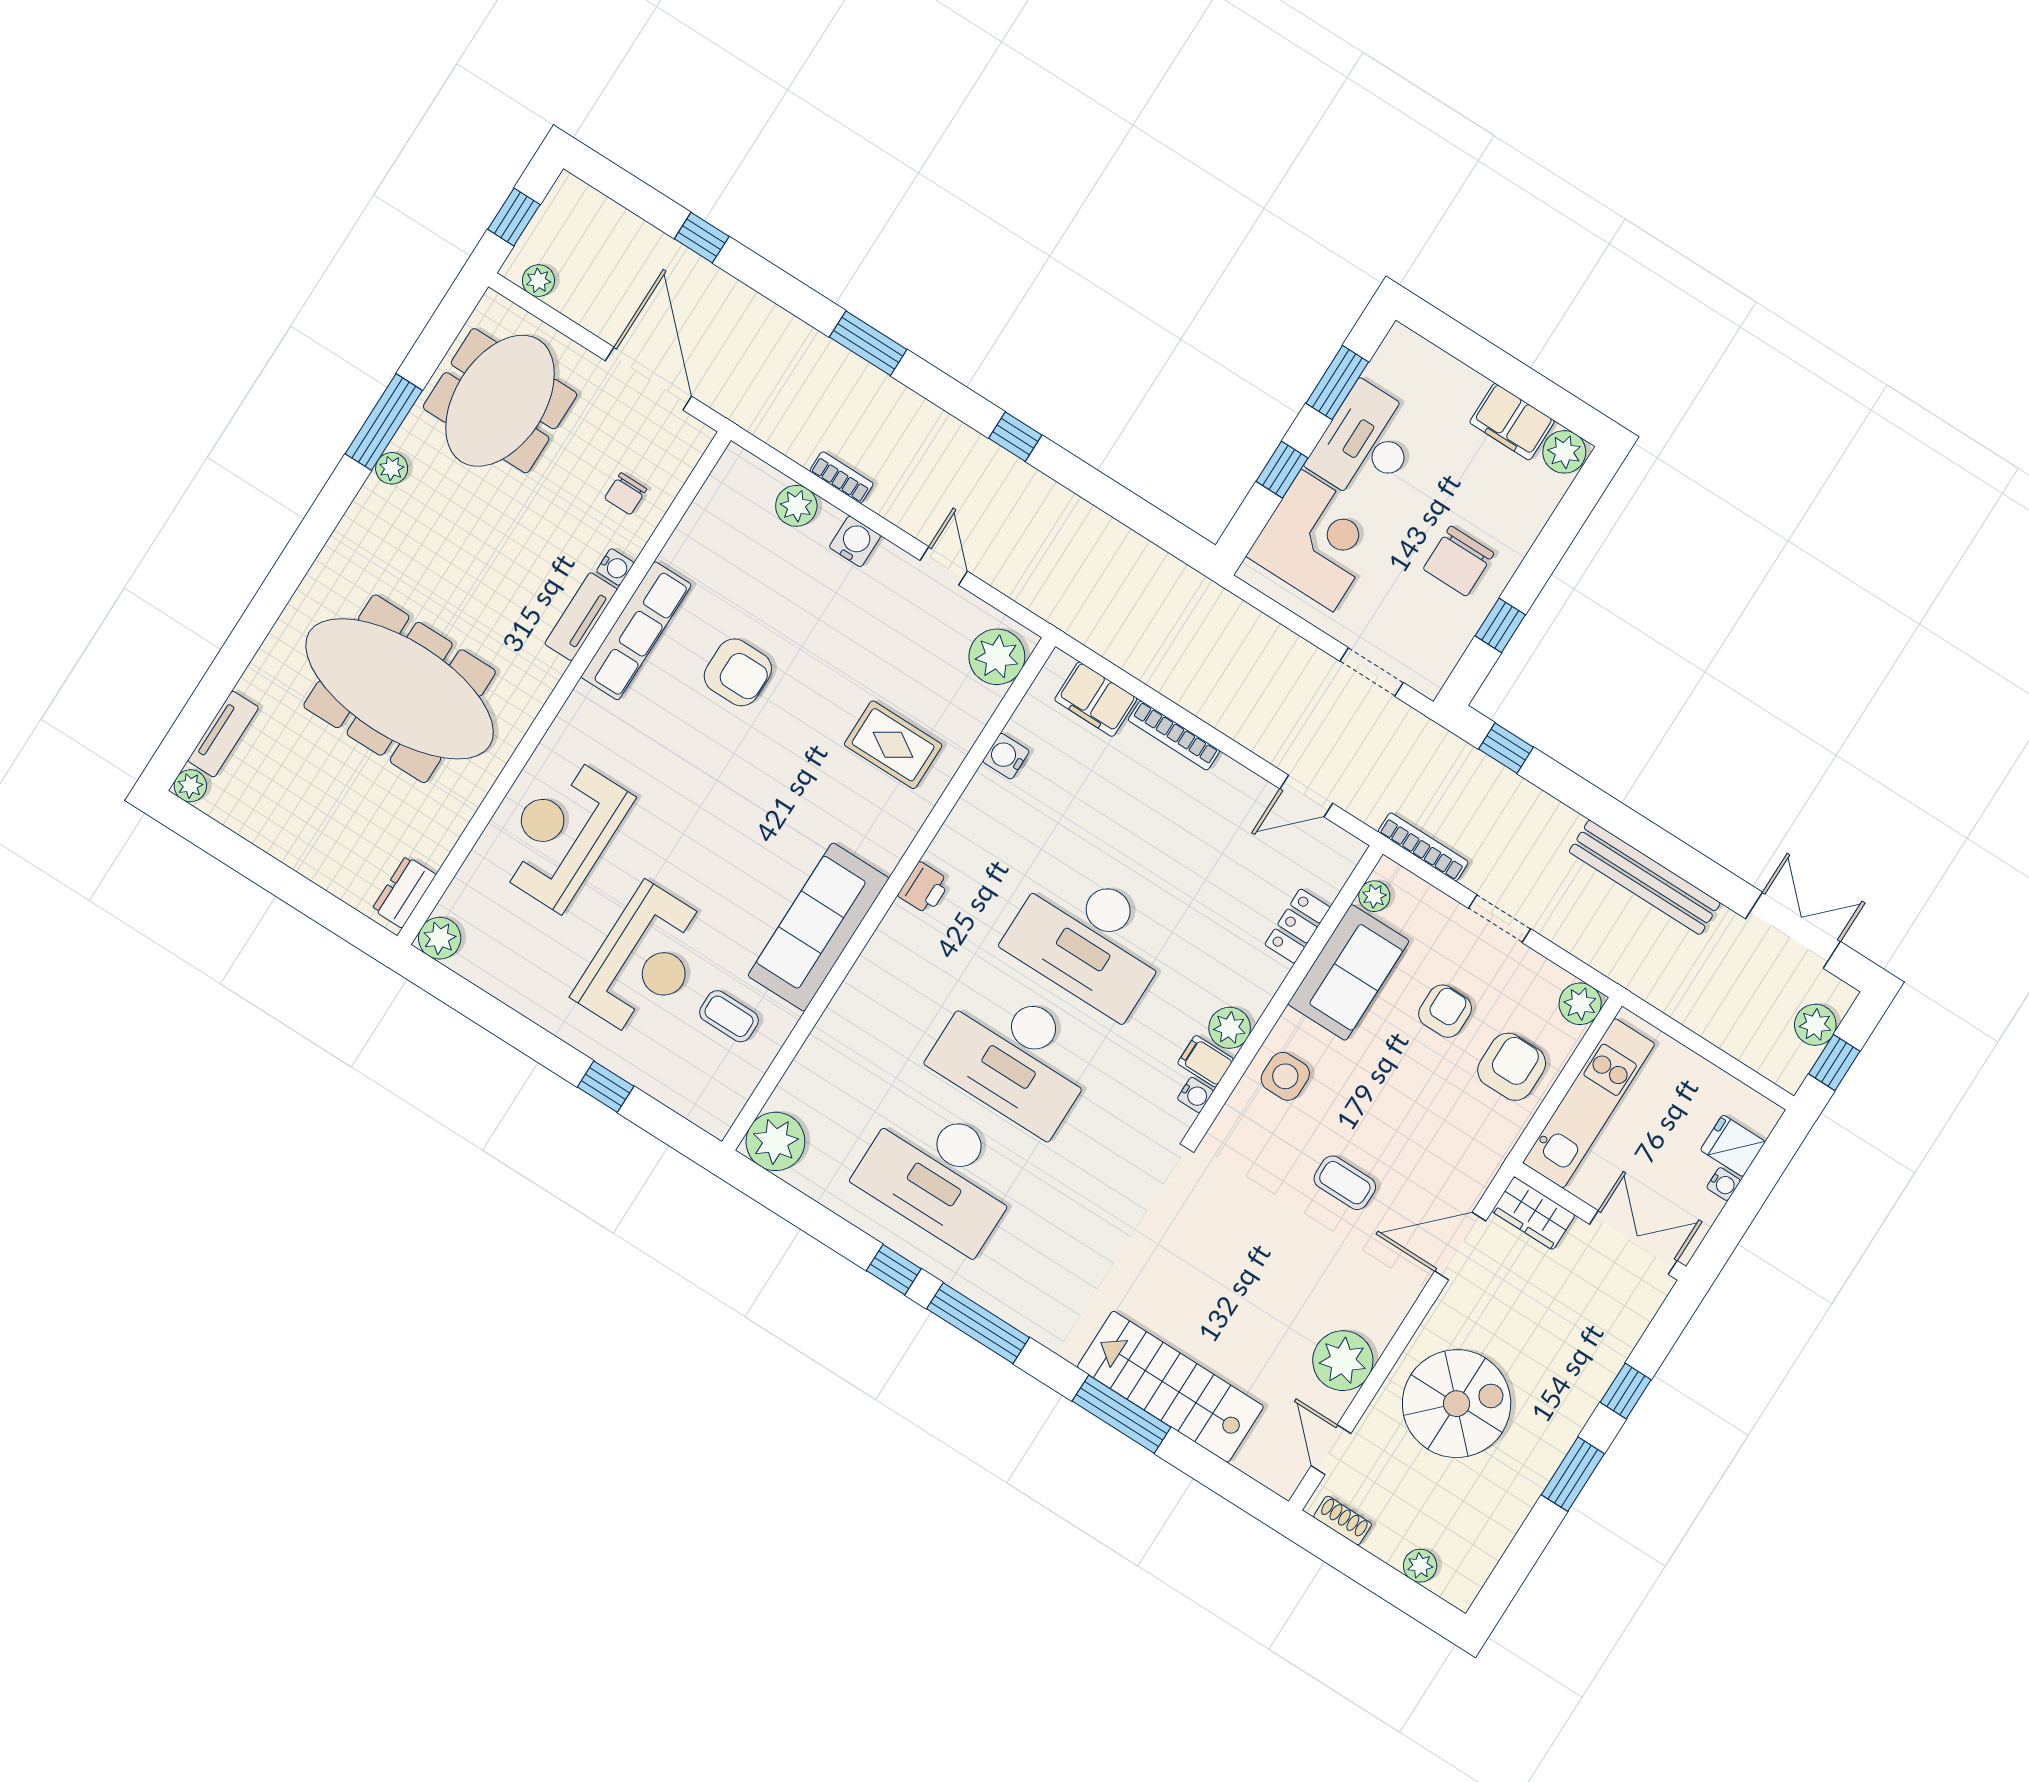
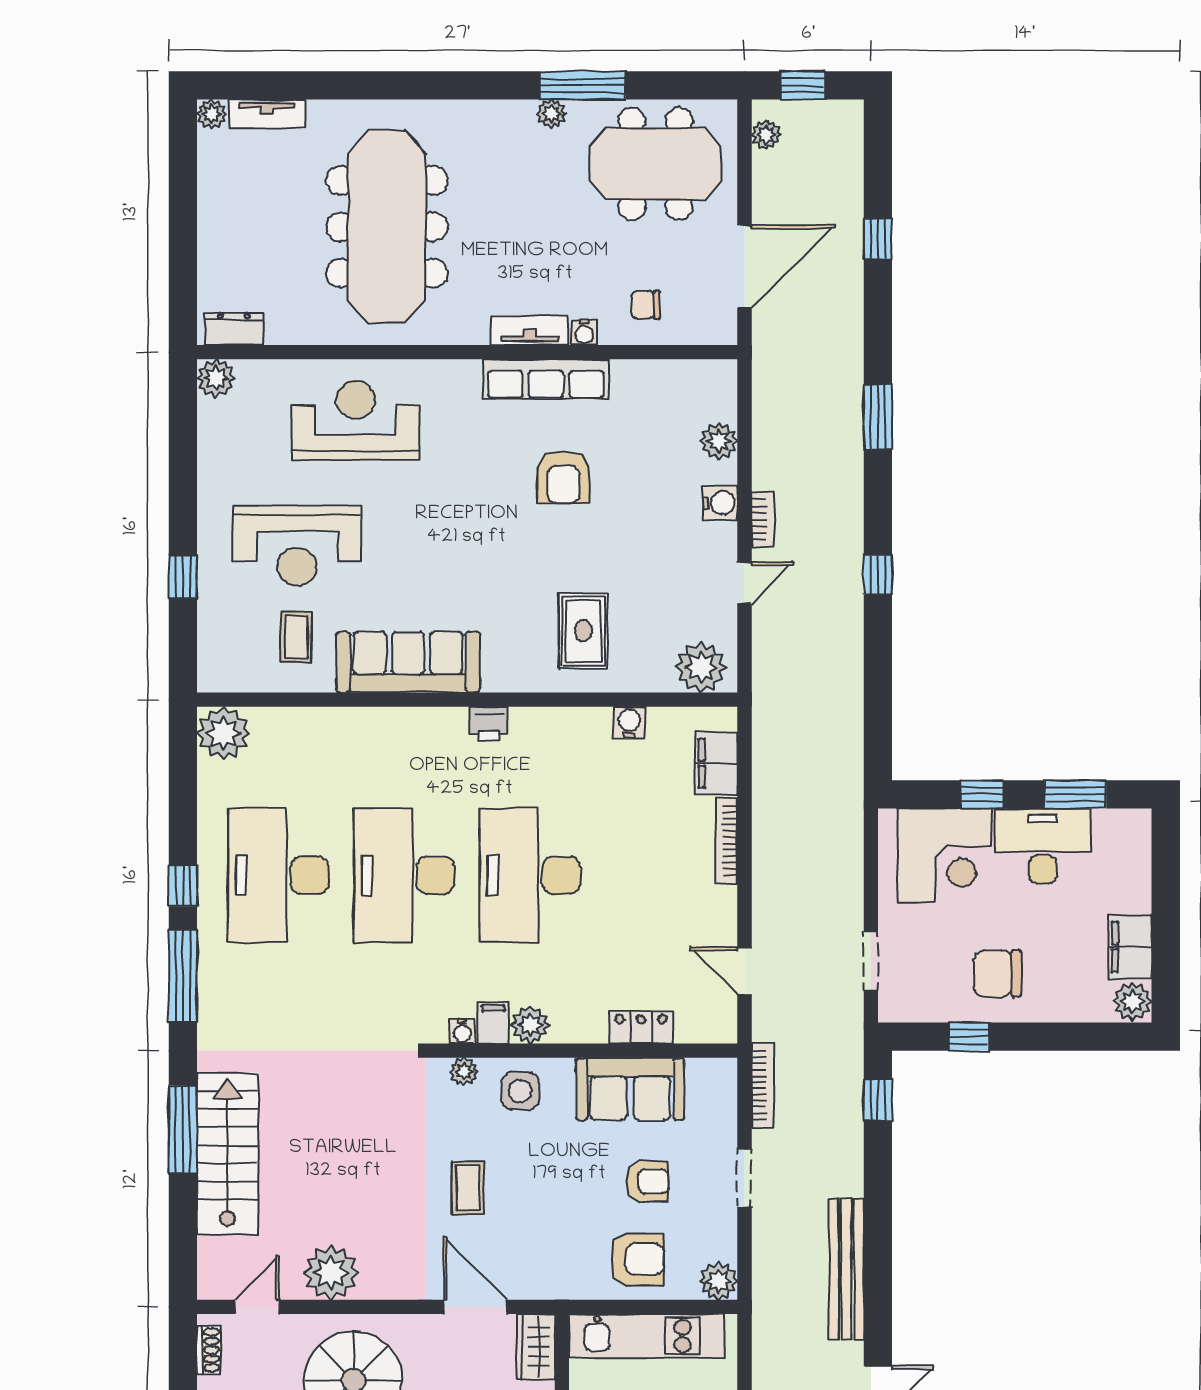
bookcase: (842, 477) -> (763, 519), moved
plant: (1374, 896) -> (464, 1072), moved

